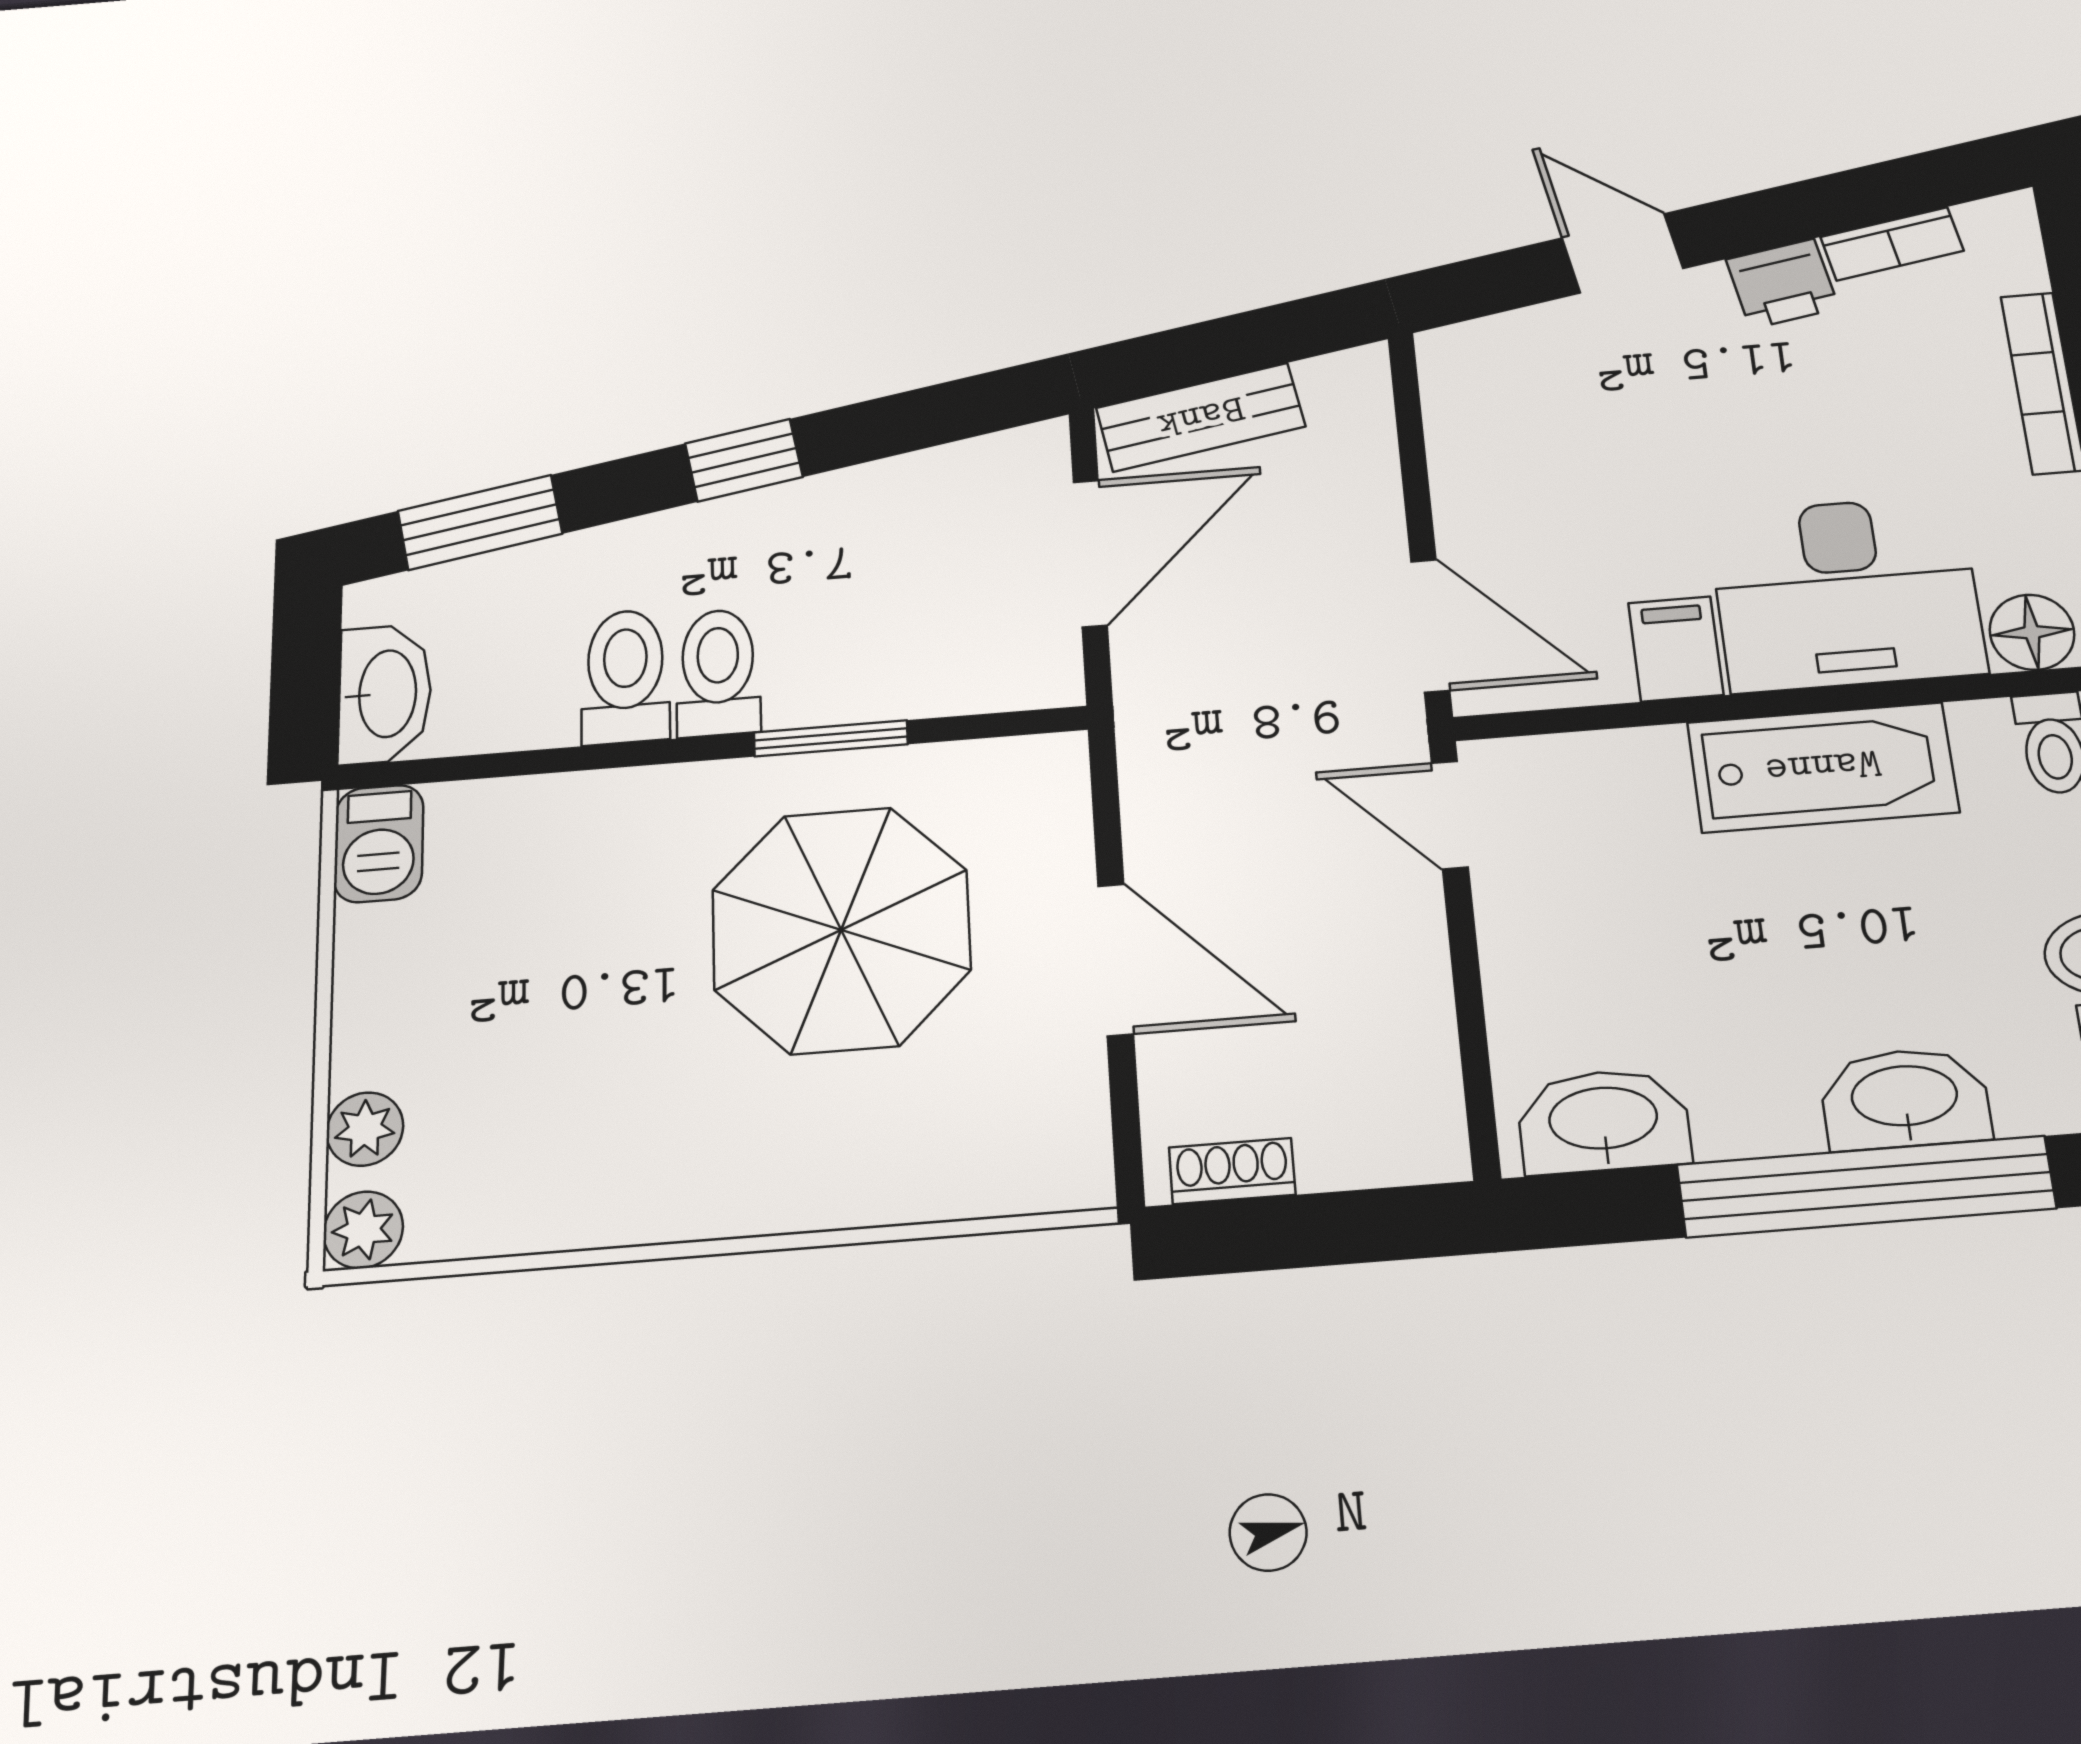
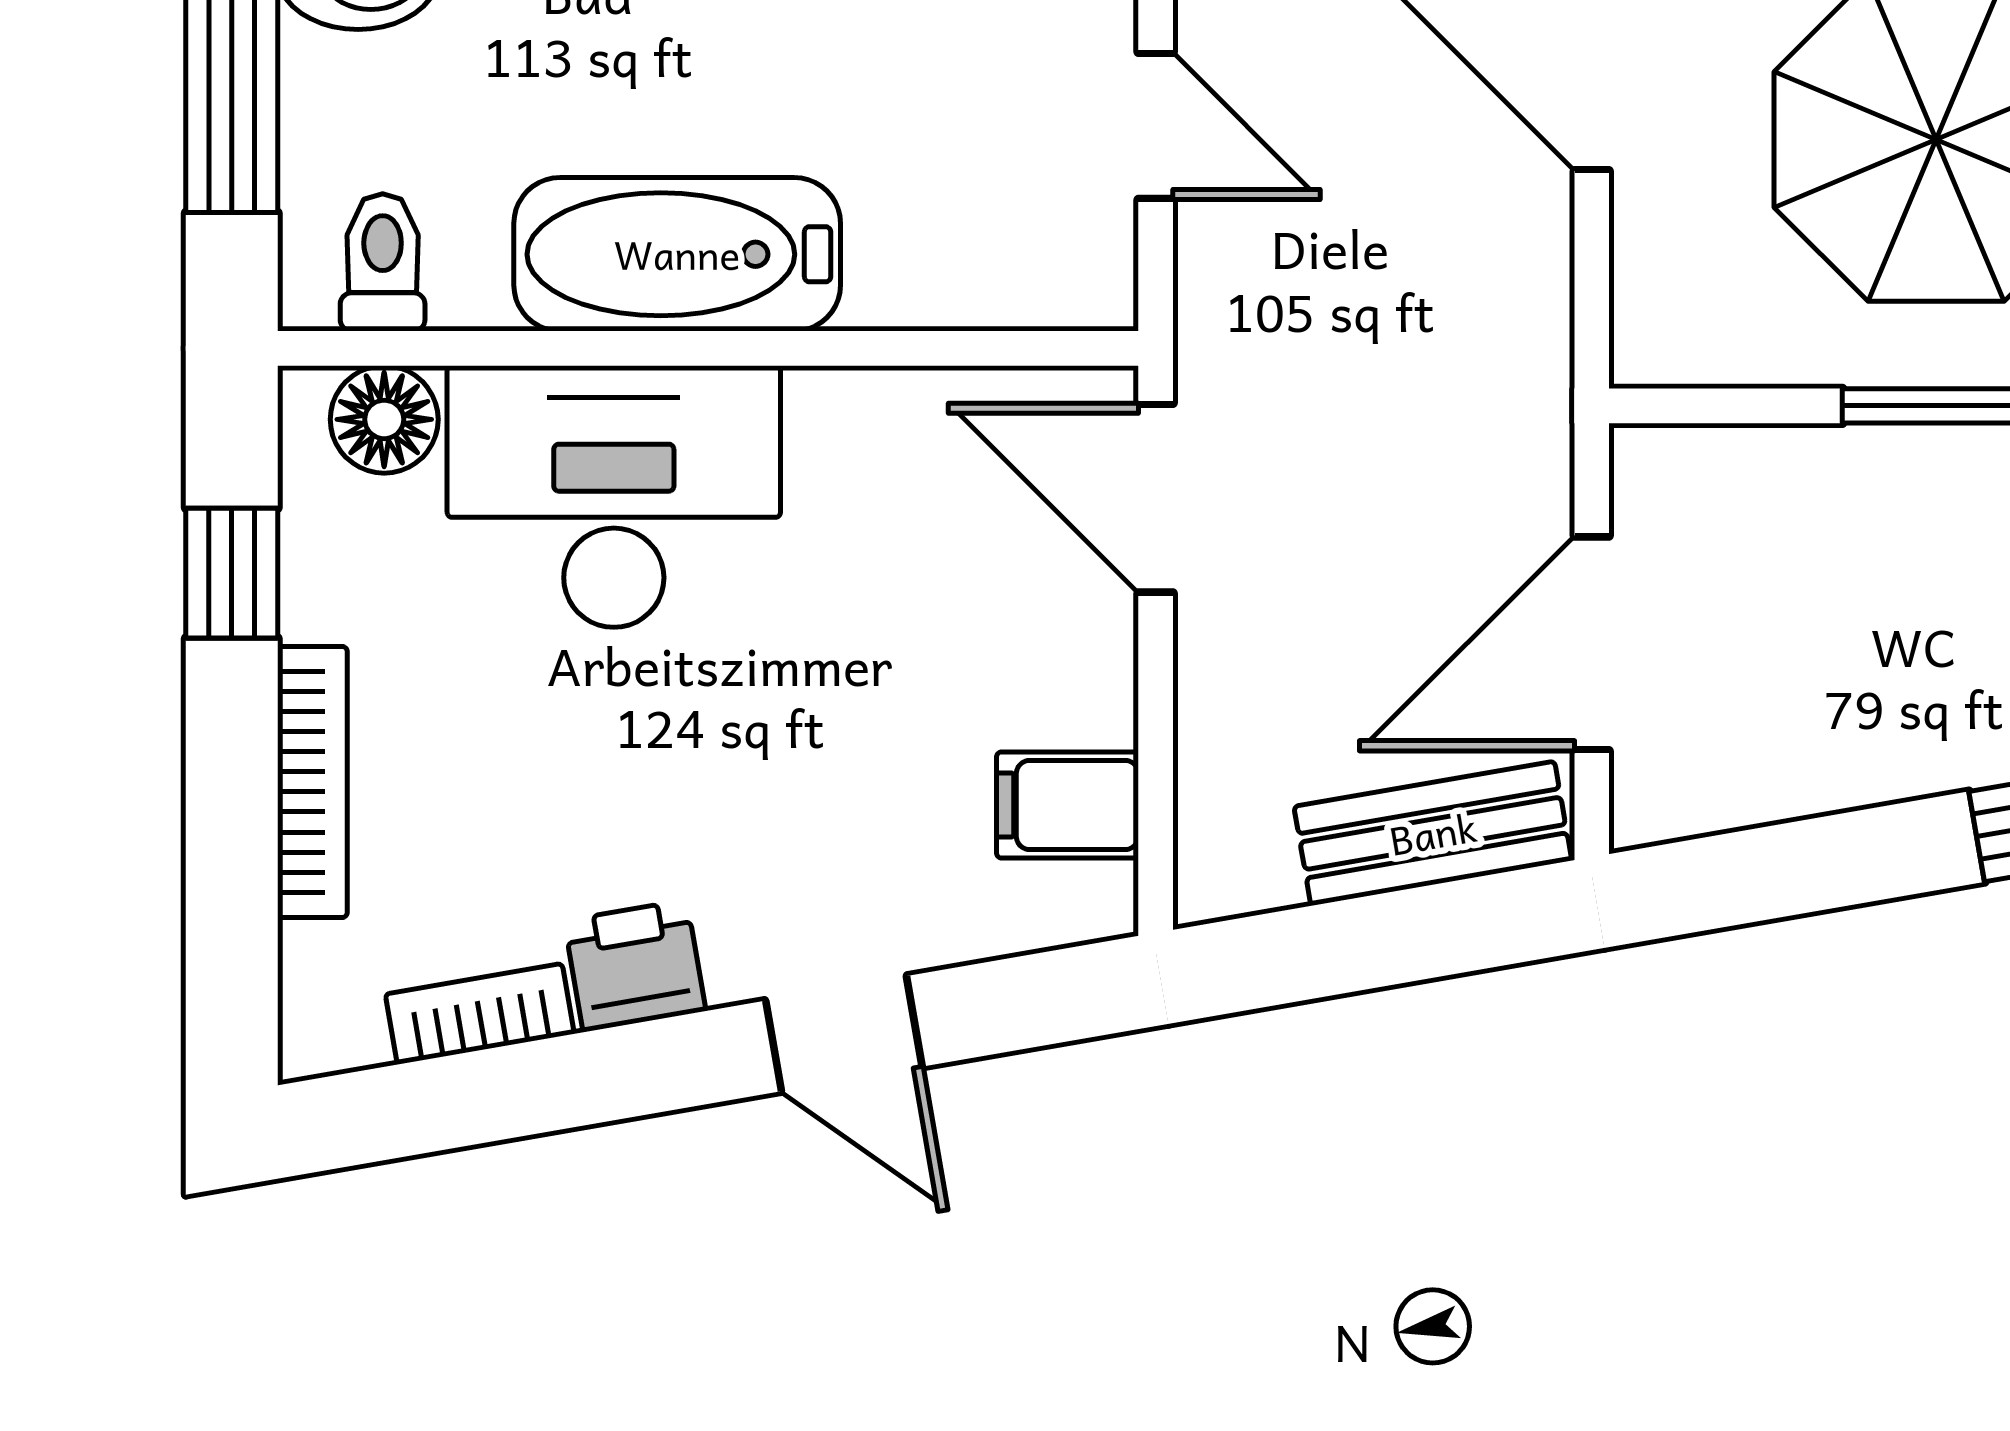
filing cabinet: (1676, 649) -> (1067, 805), moved, turned 90
door: (1450, 815) -> (1156, 126), moved

